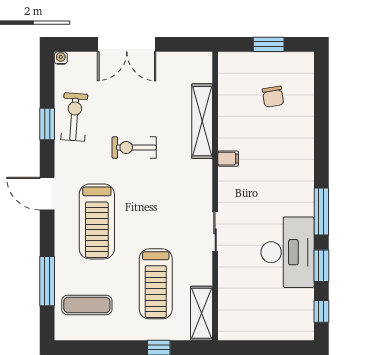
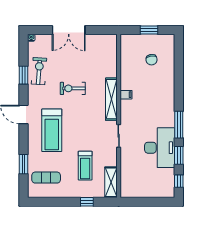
shelving: (202, 121) -> (111, 99), moved
window: (47, 281) -> (24, 164), width x0.69
treadmill: (156, 284) -> (85, 166), width x0.73, depth x0.73

